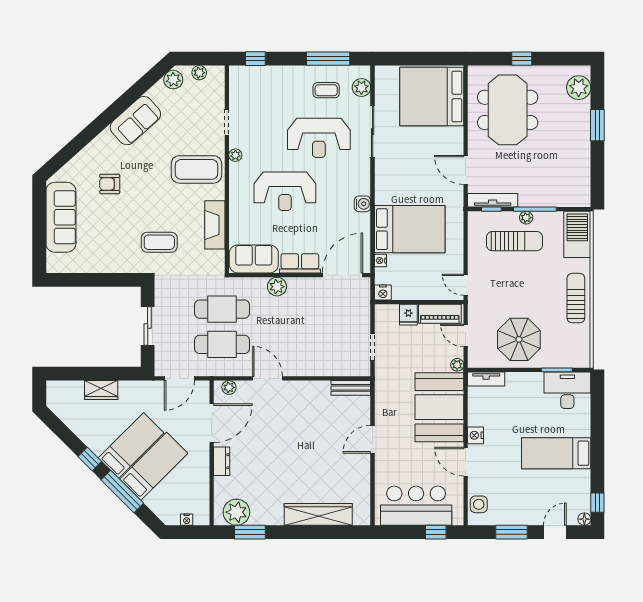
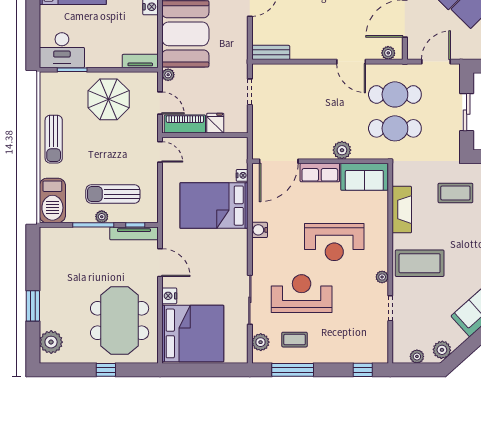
reception desk: (285, 191) -> (334, 242), turned 180
nightstand: (383, 293) -> (169, 296), moved, turned -90

